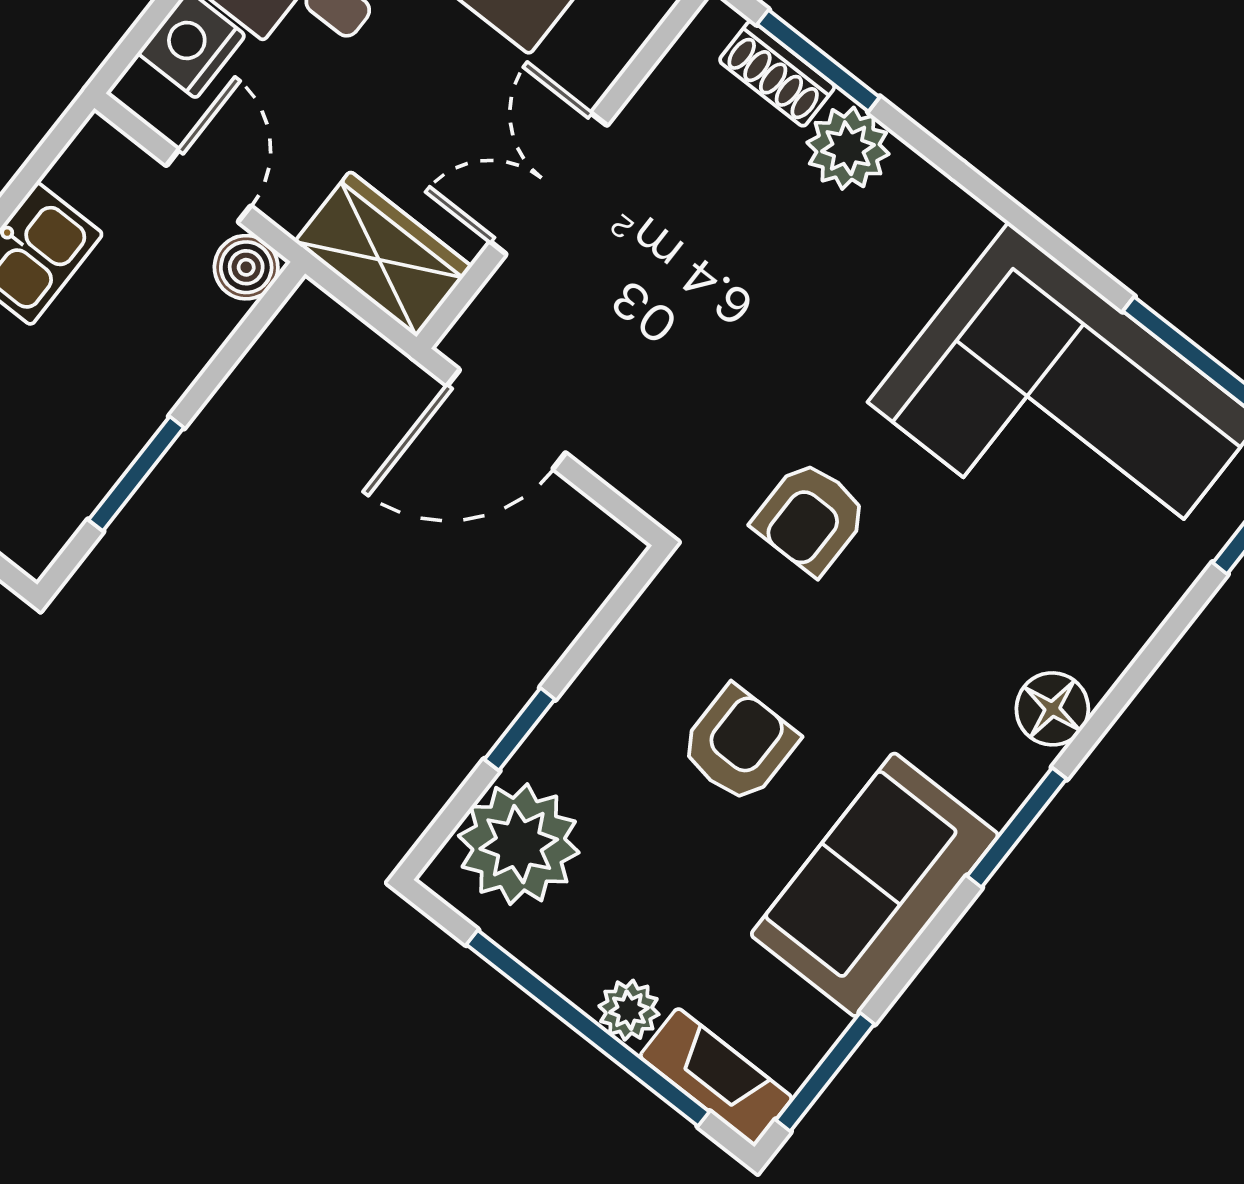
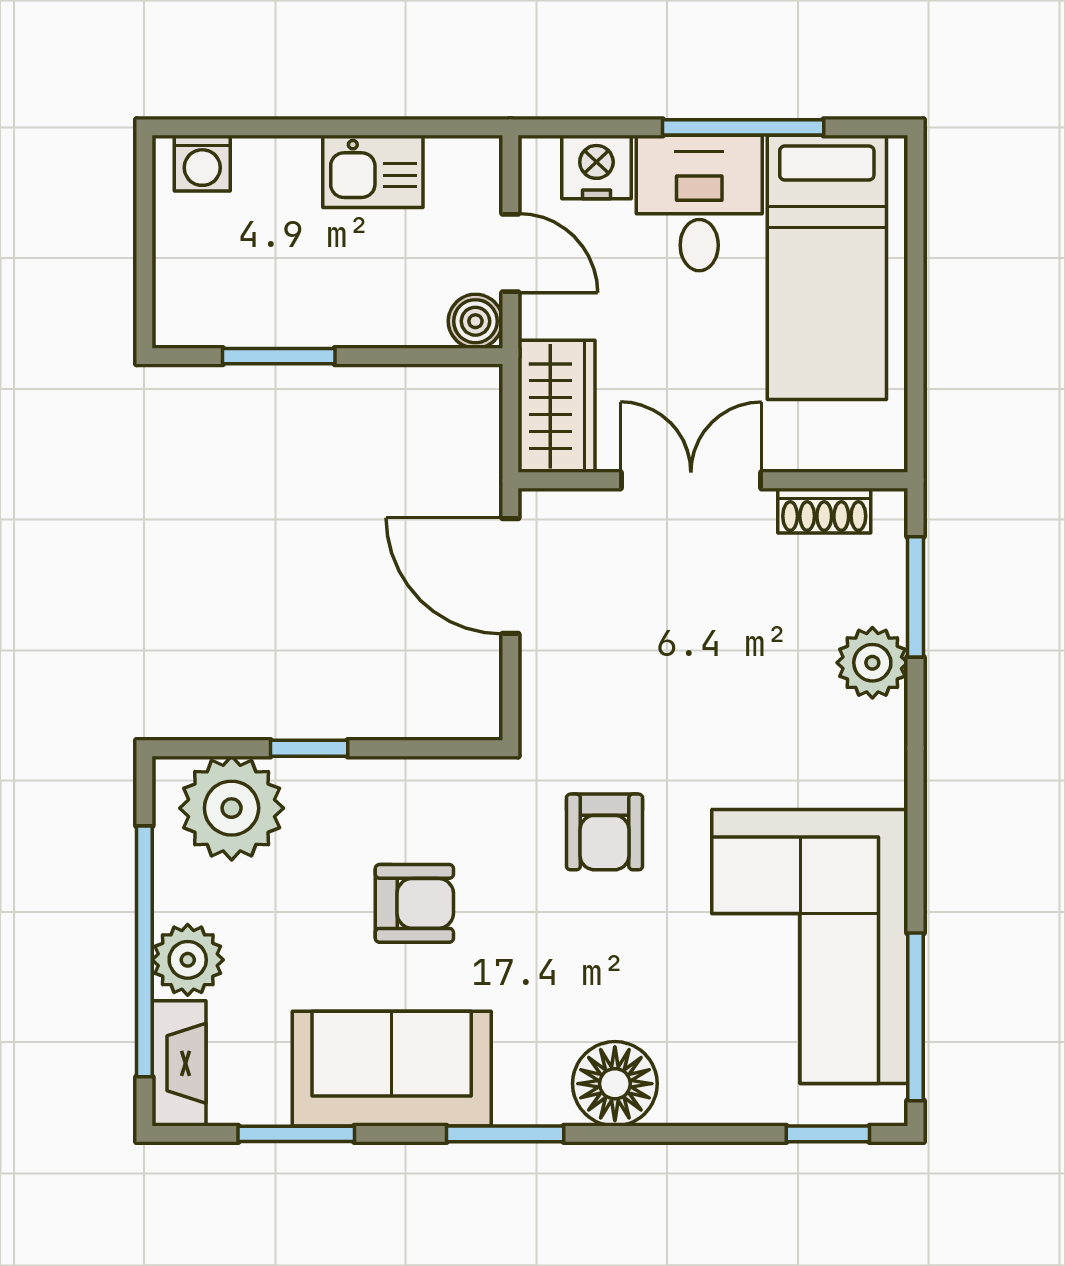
shoe rack: (777, 73) -> (824, 511), moved, turned -90
door: (209, 186) -> (510, 253), hinge flipped
armchair: (810, 517) -> (605, 832), turned -90
floor lamp: (1052, 709) -> (615, 1084), width x1.38, depth x1.38
plant: (629, 1010) -> (188, 960), width x1.38, depth x1.38
window: (825, 1072) -> (296, 1134), moved

